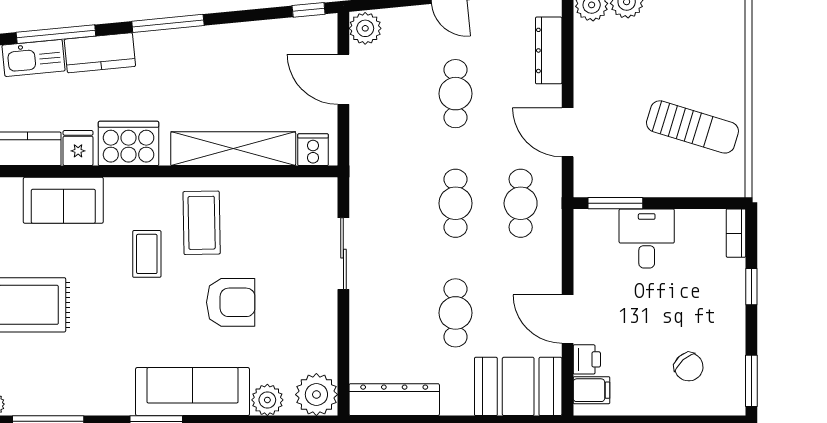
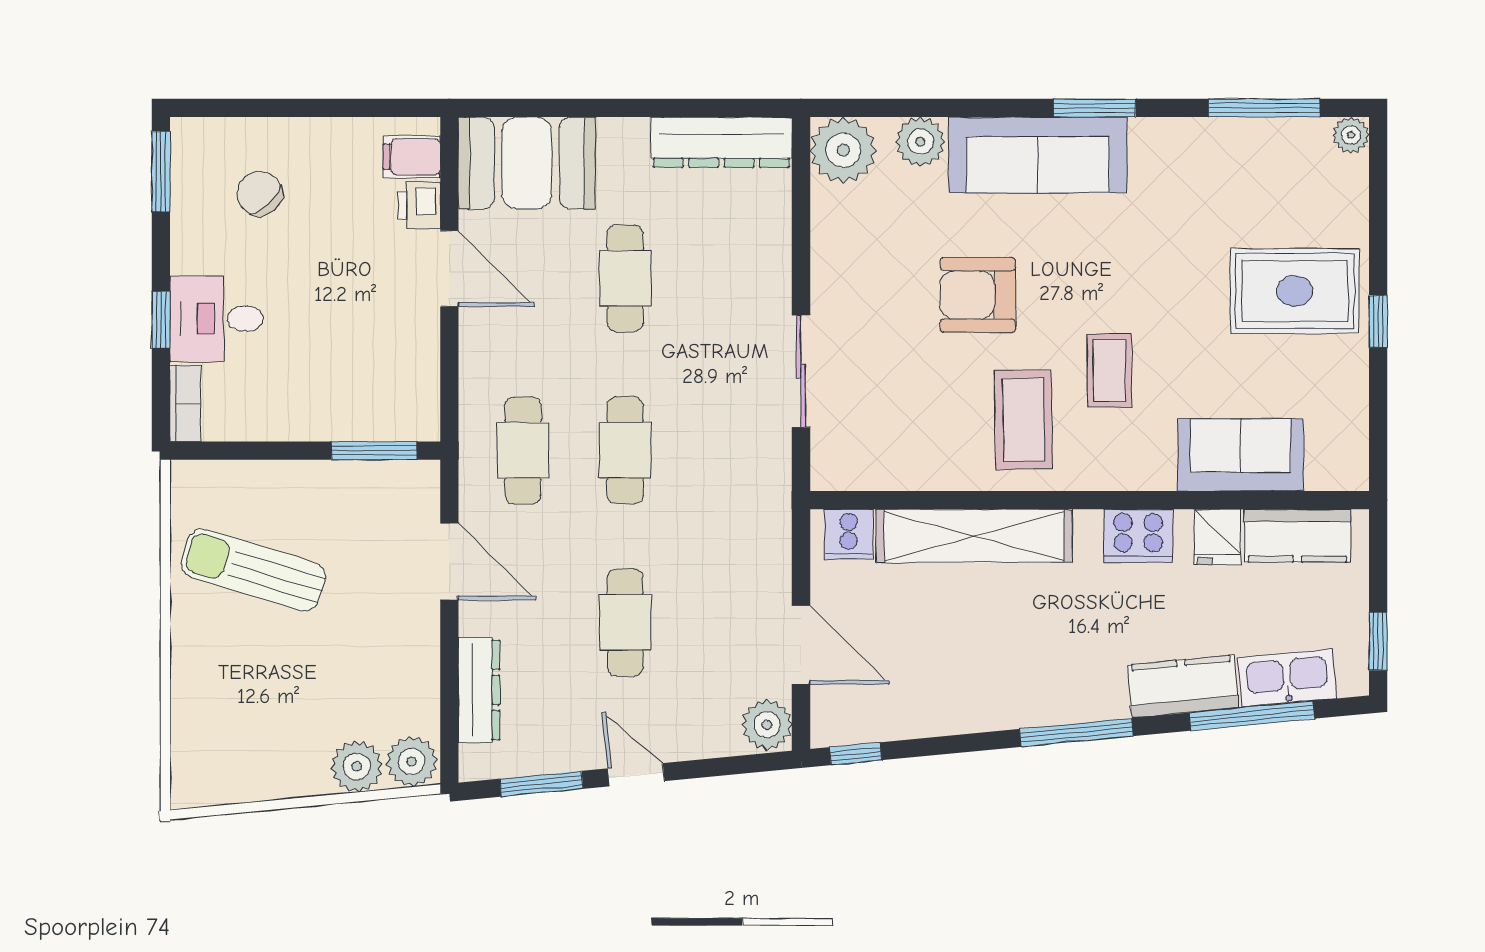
cooker: (129, 143) -> (1138, 536), width x0.73, depth x0.76
desk: (647, 238) -> (216, 319), moved, turned 90

